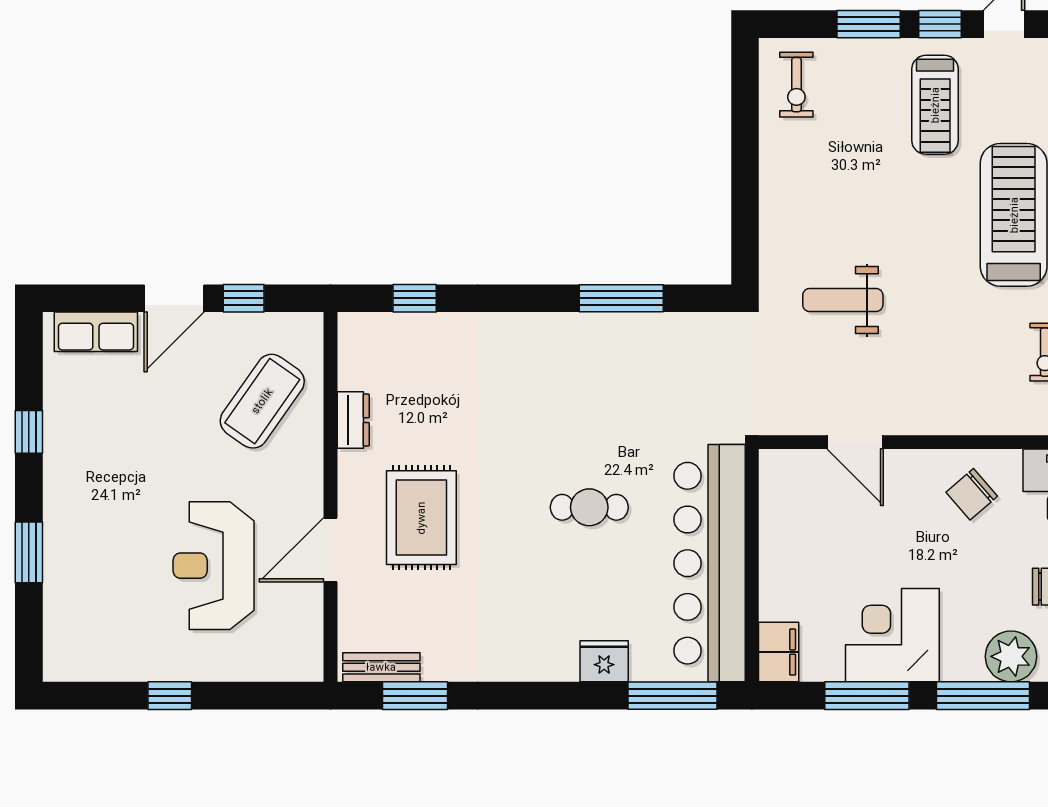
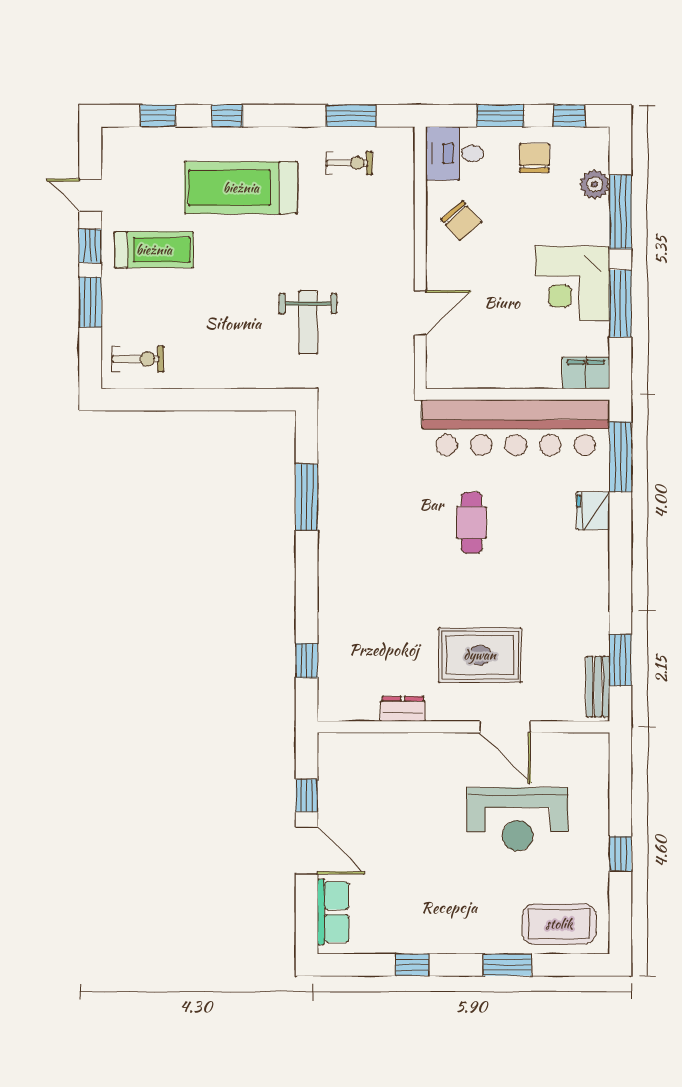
coffee table: (262, 401) -> (559, 924), moved, turned -35
plant: (1011, 656) -> (595, 184), width x0.73, depth x0.73

